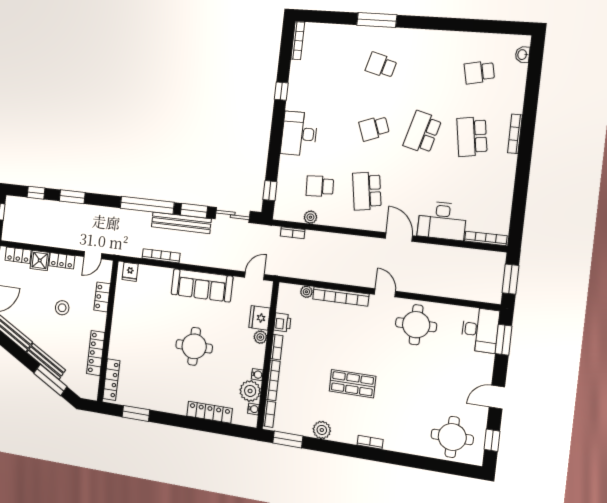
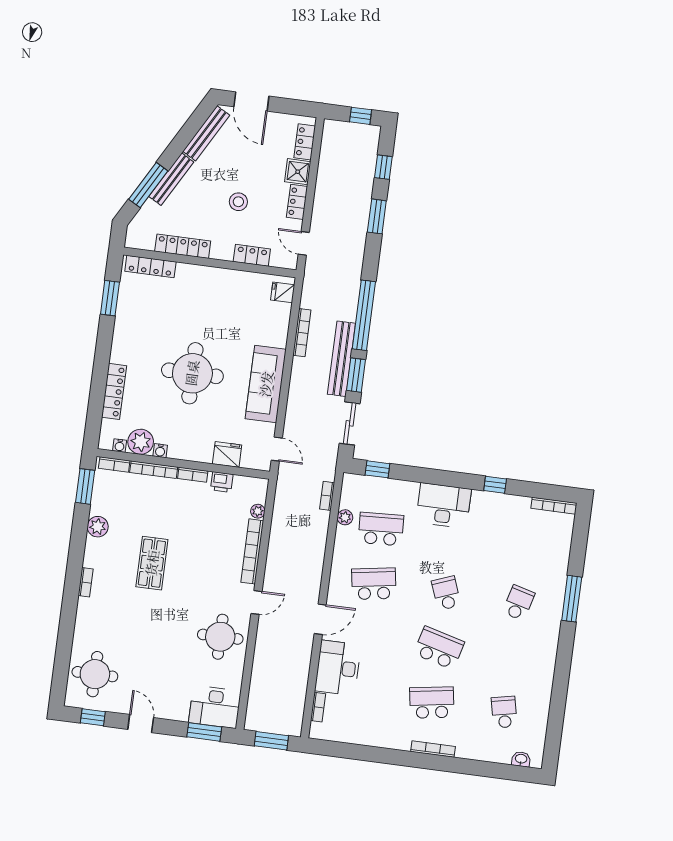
school desk: (320, 186) -> (381, 529), width x1.85
bookcase: (486, 238) -> (318, 707), width x0.64
plant: (260, 337) -> (204, 455), removed
round table: (194, 346) -> (192, 373), width x1.36, depth x1.36

